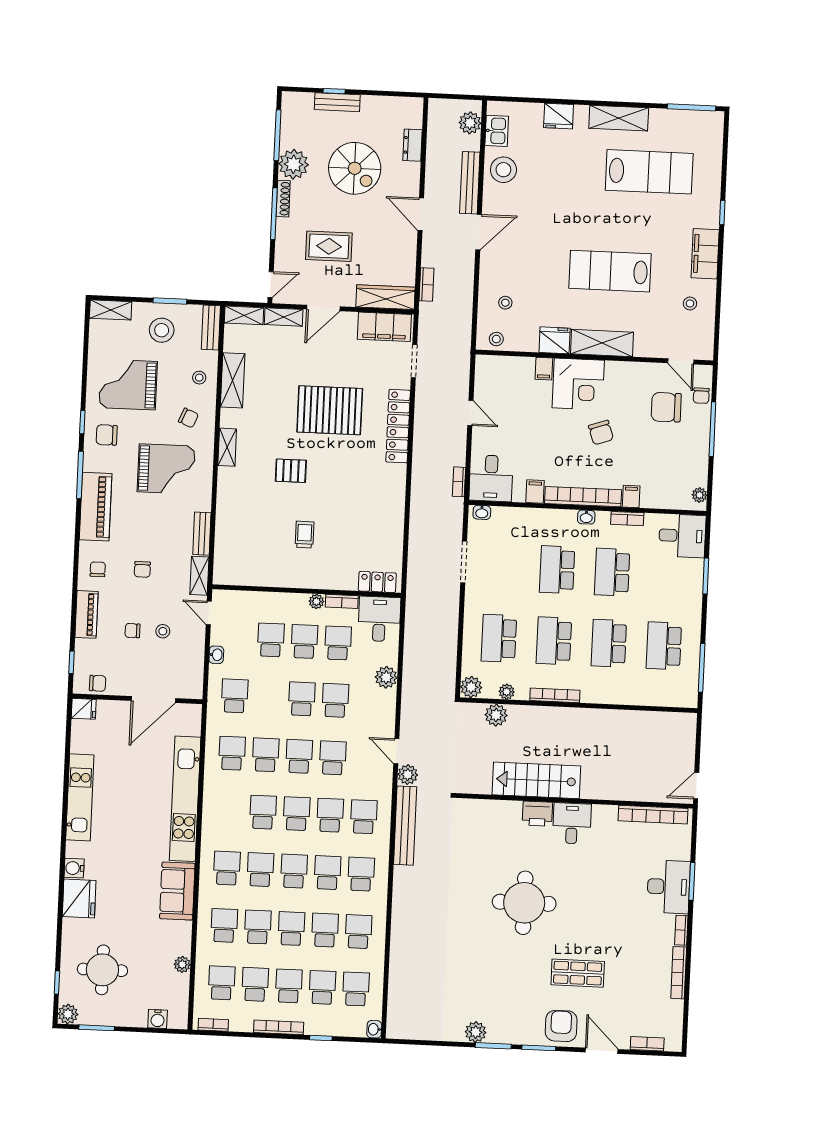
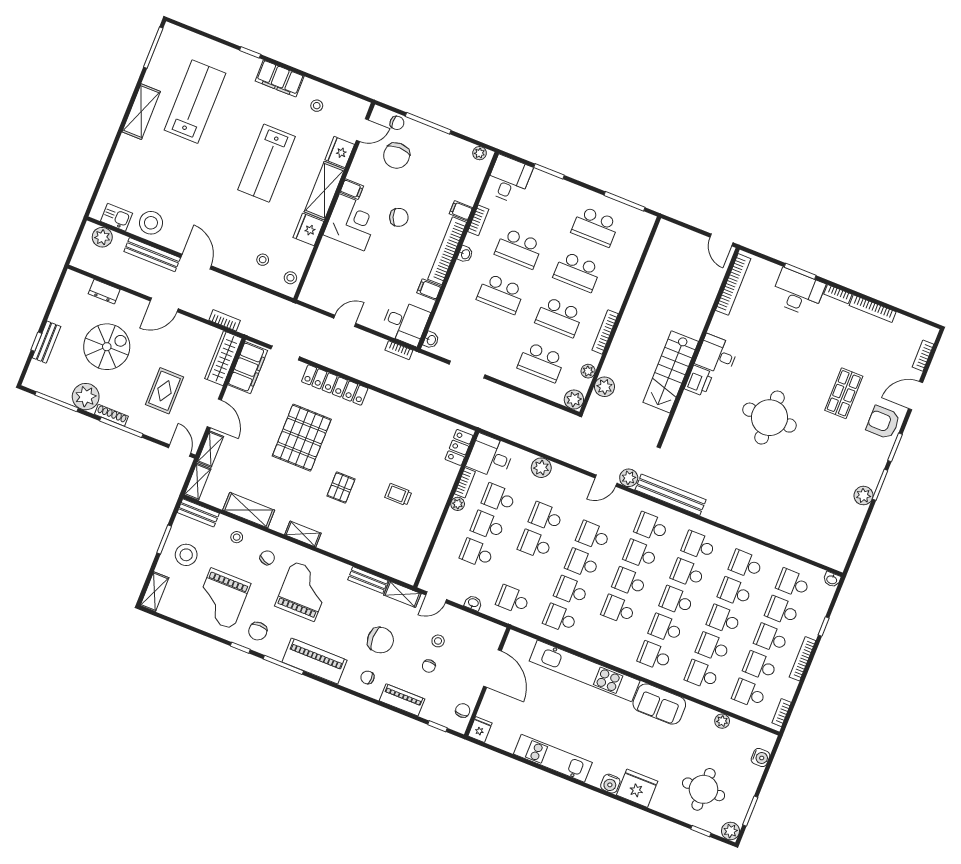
fridge: (559, 116) -> (340, 152), moved, turned 180
filing cabinet: (544, 369) -> (352, 189), moved
chair: (142, 569) -> (380, 640), width x1.87, depth x1.87

